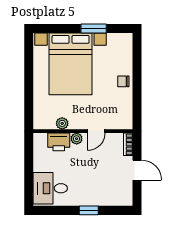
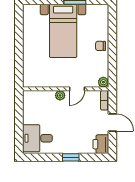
bed with nightstands: (71, 64) -> (63, 31), width x0.73
plant: (62, 123) -> (103, 82), moved
printer: (59, 142) -> (101, 144), moved, turned 90

